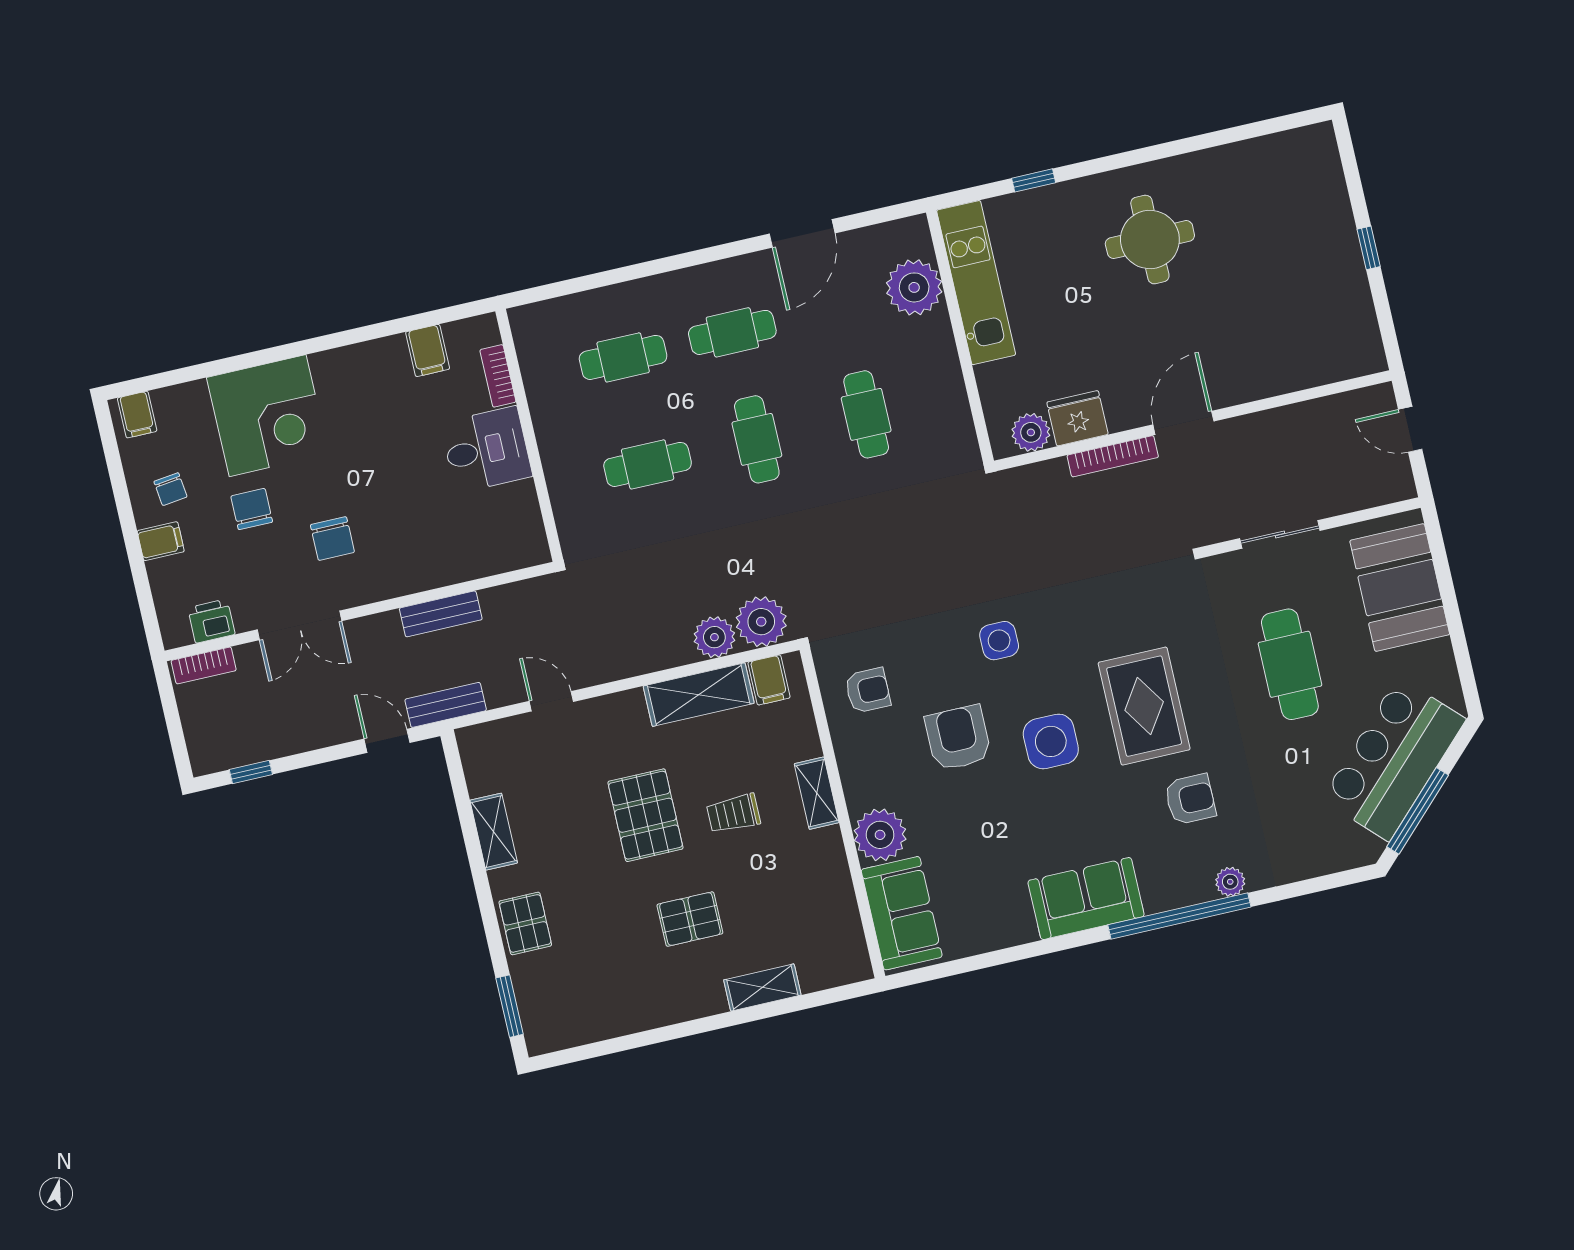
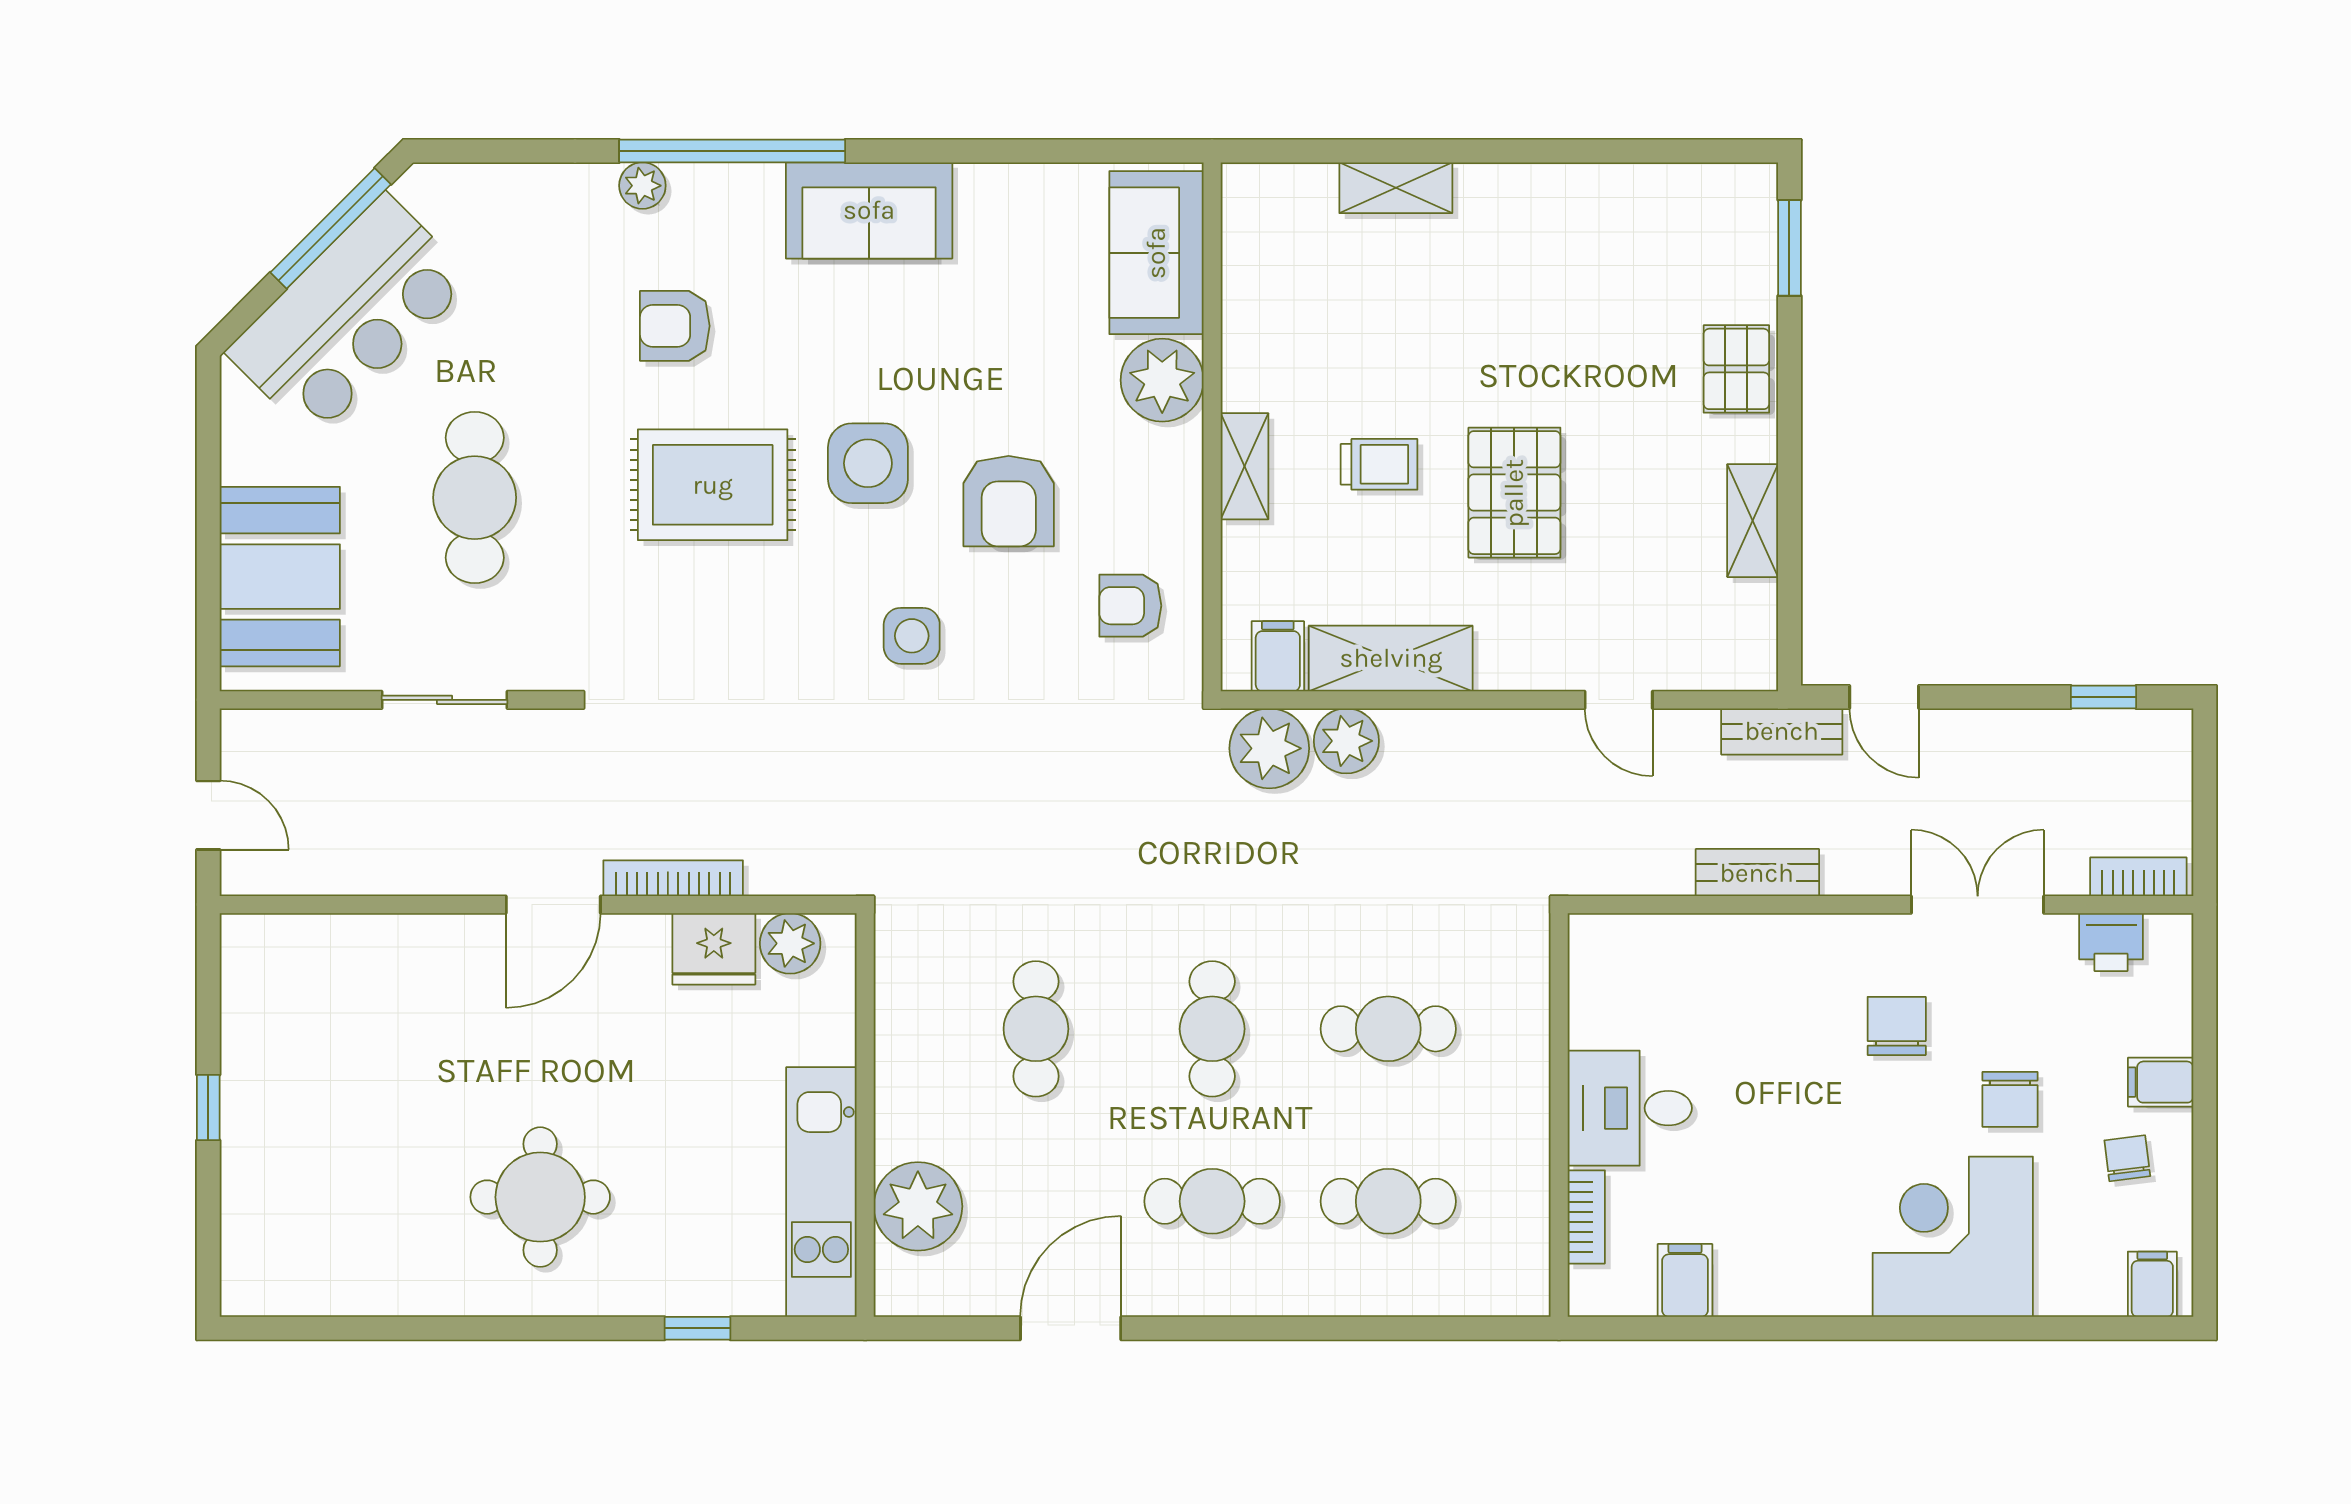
rug: (1144, 706) -> (713, 485), turned 90
pallet: (690, 919) -> (1483, 318), removed

